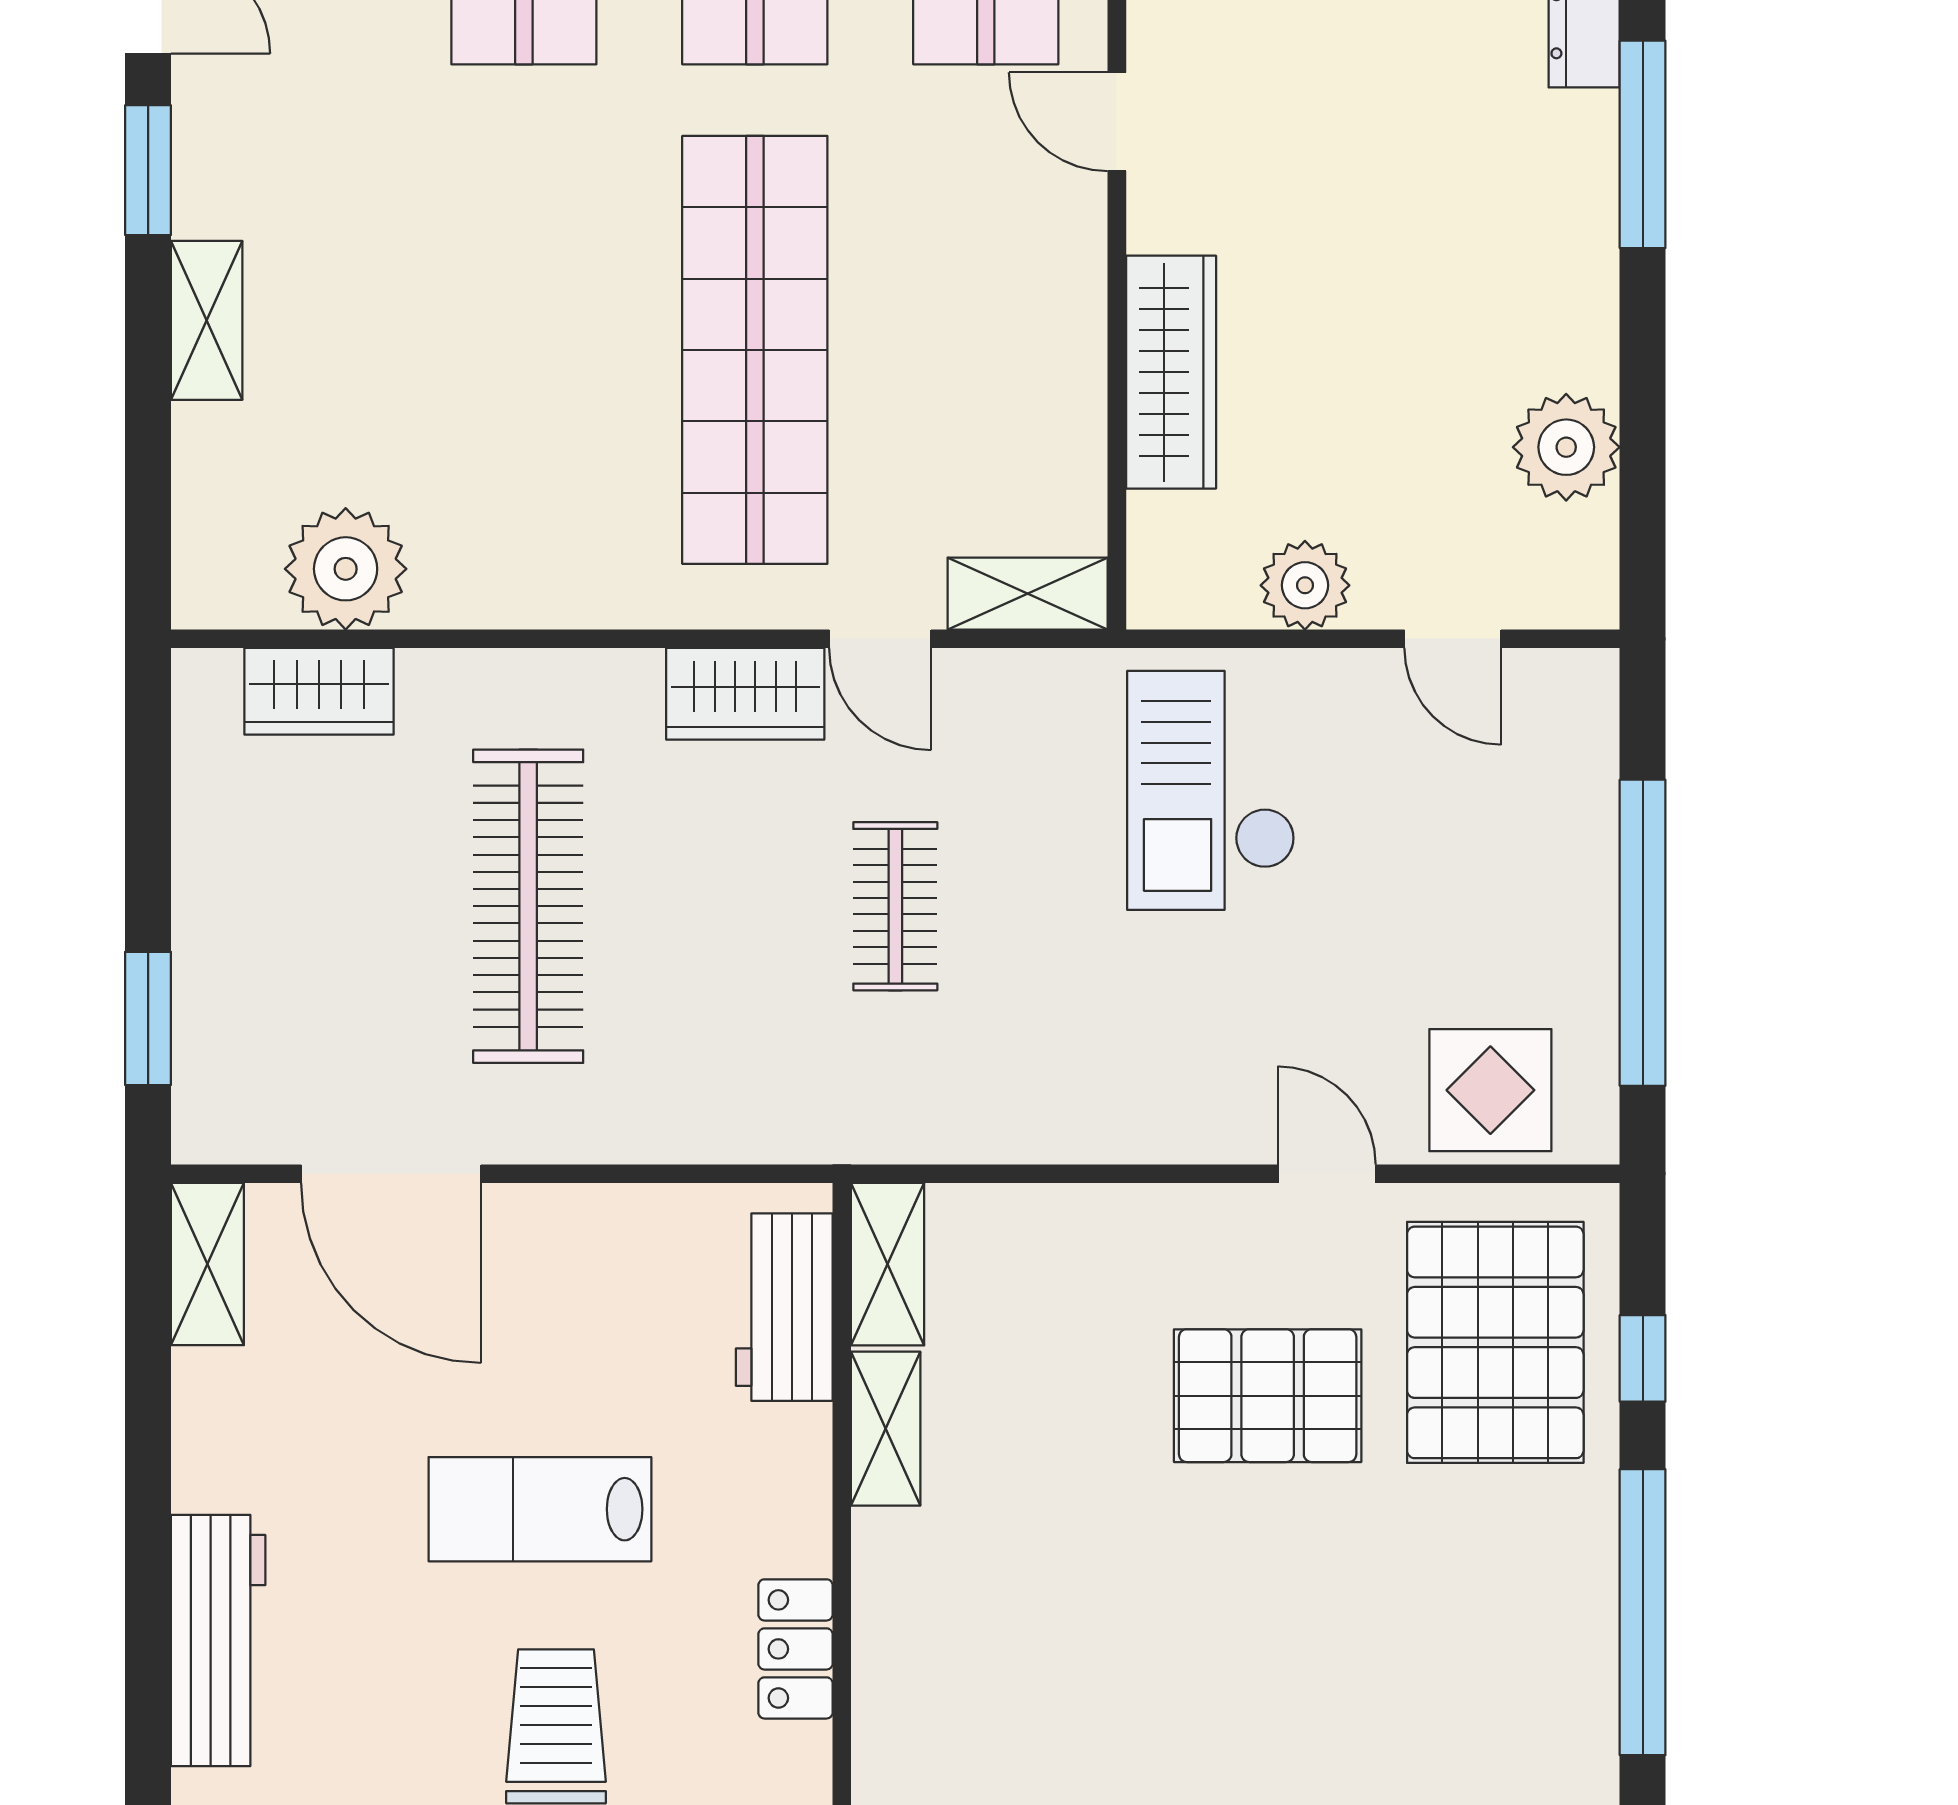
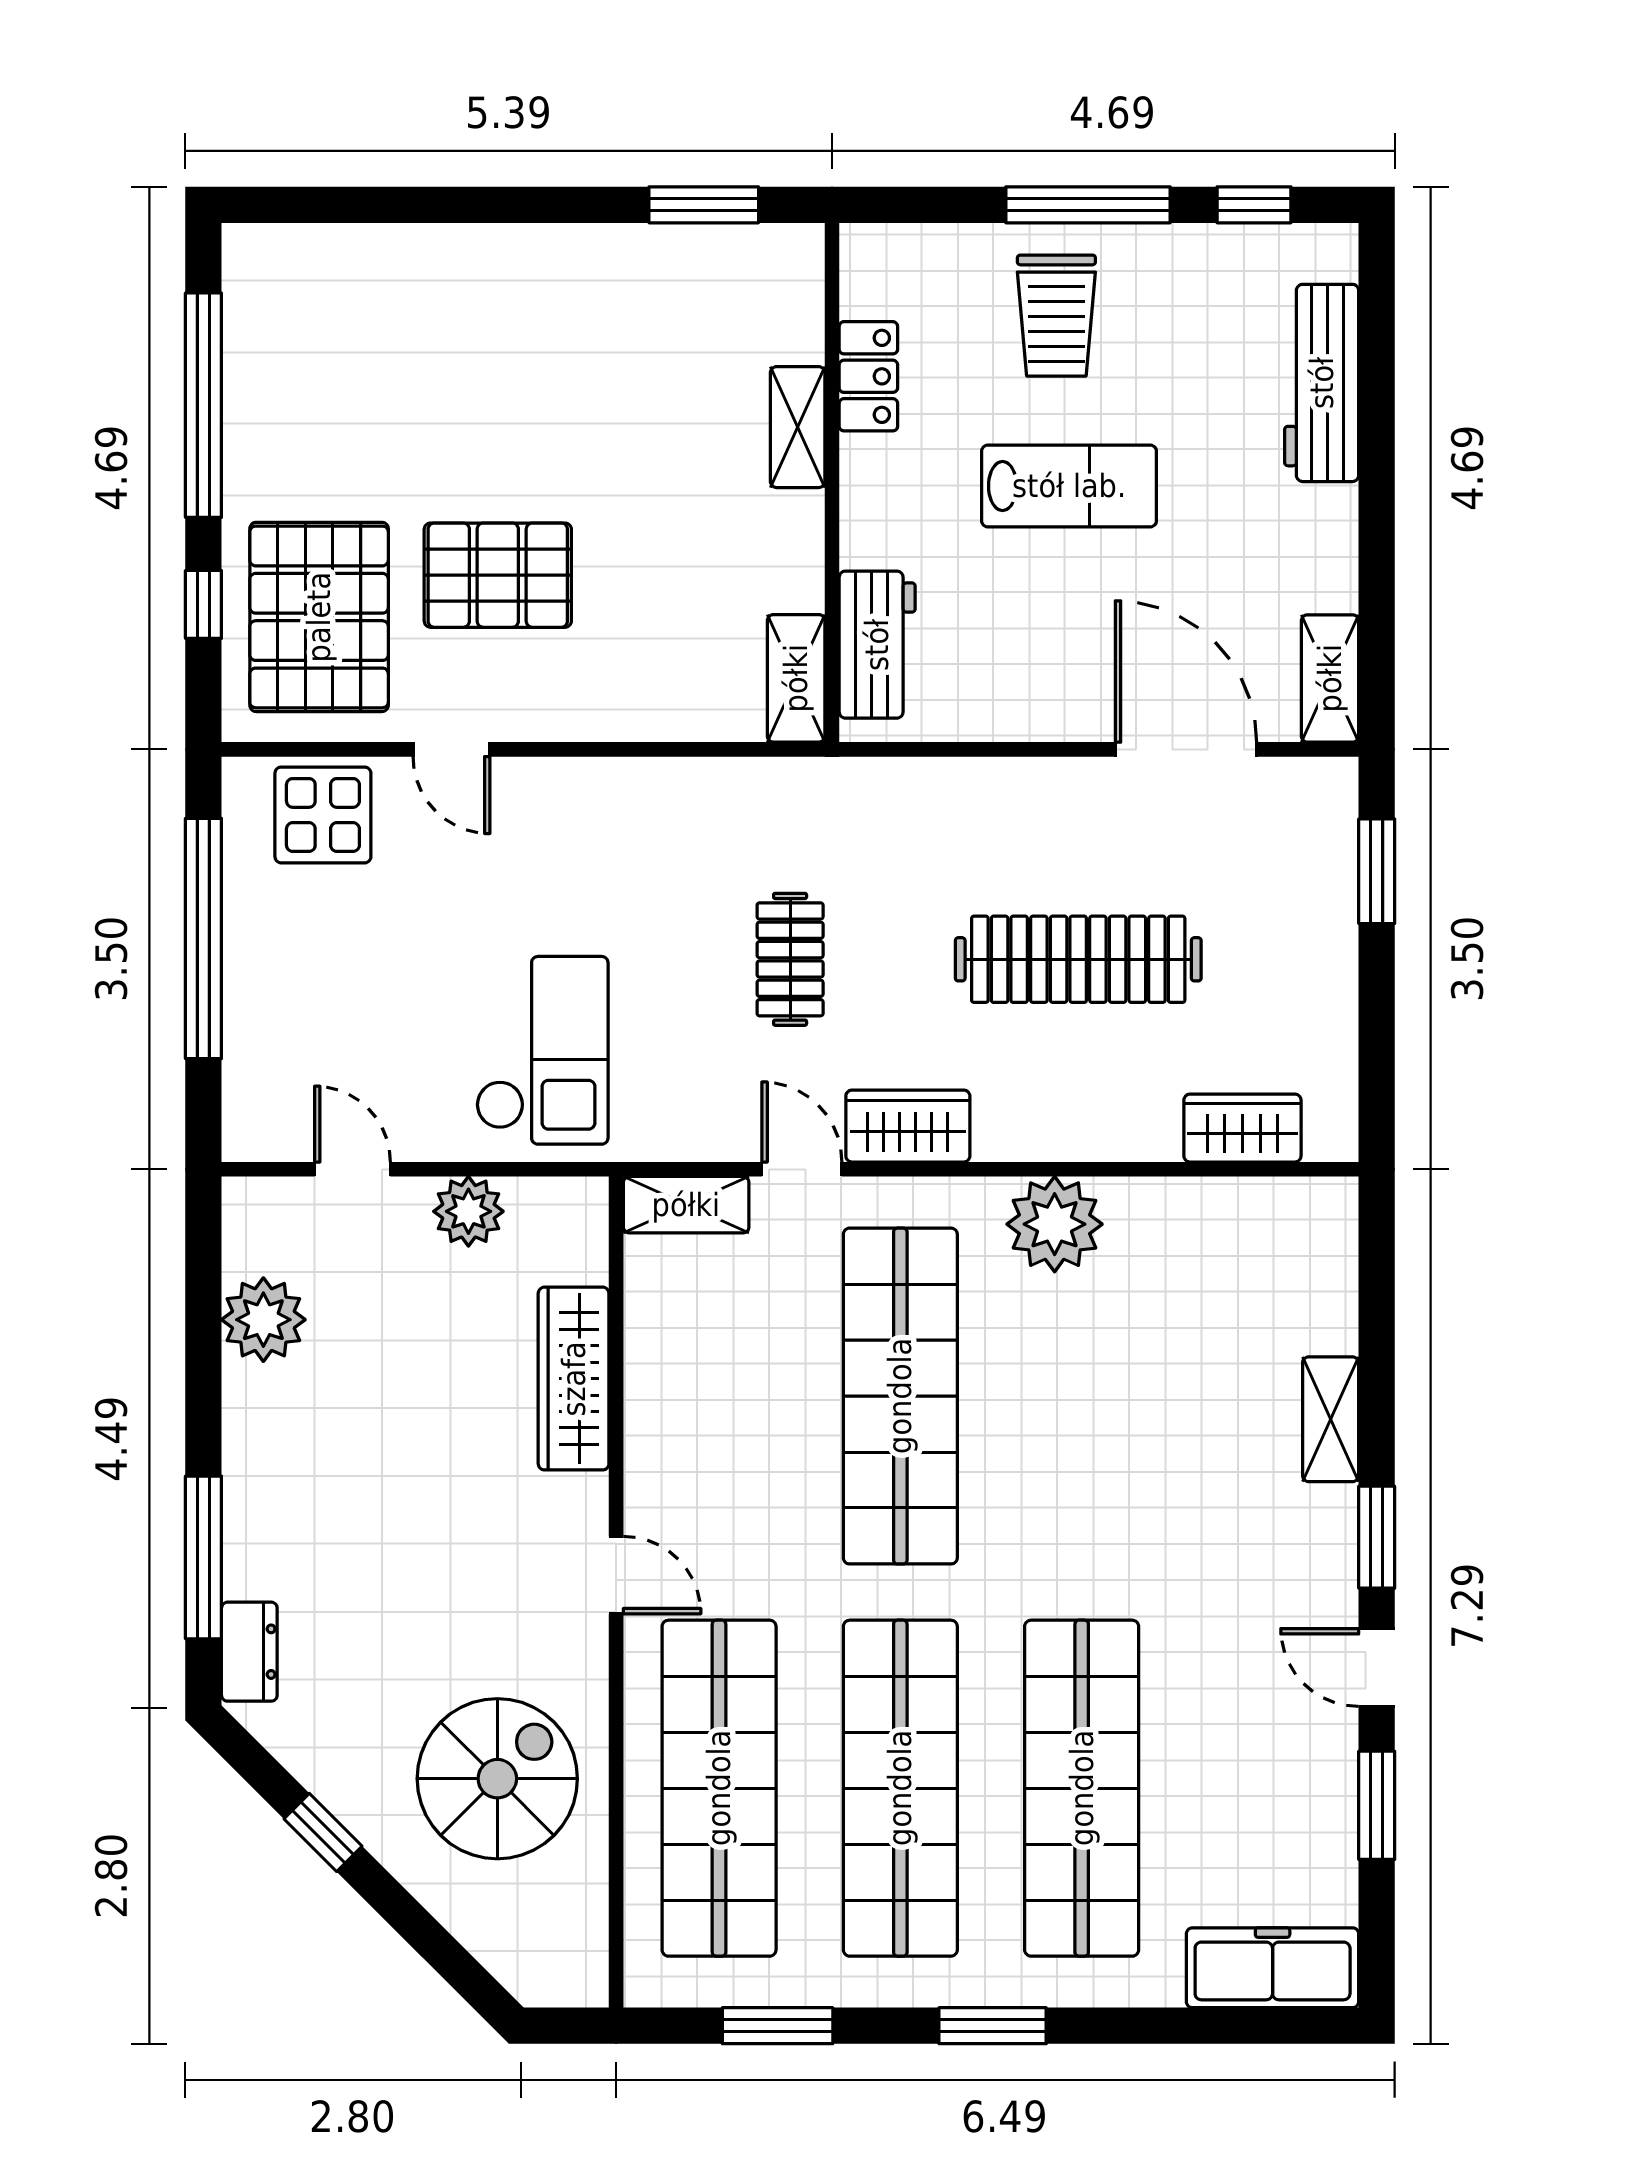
plant: (346, 569) -> (1055, 1224), moved
clothes rail: (528, 906) -> (1078, 959), turned 90
shelving: (886, 1429) -> (798, 427), moved

